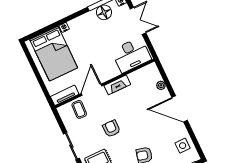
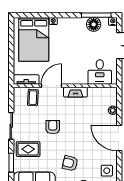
desk: (131, 55) -> (100, 72), width x0.73

